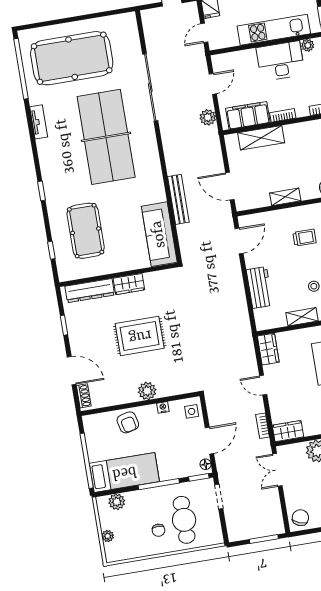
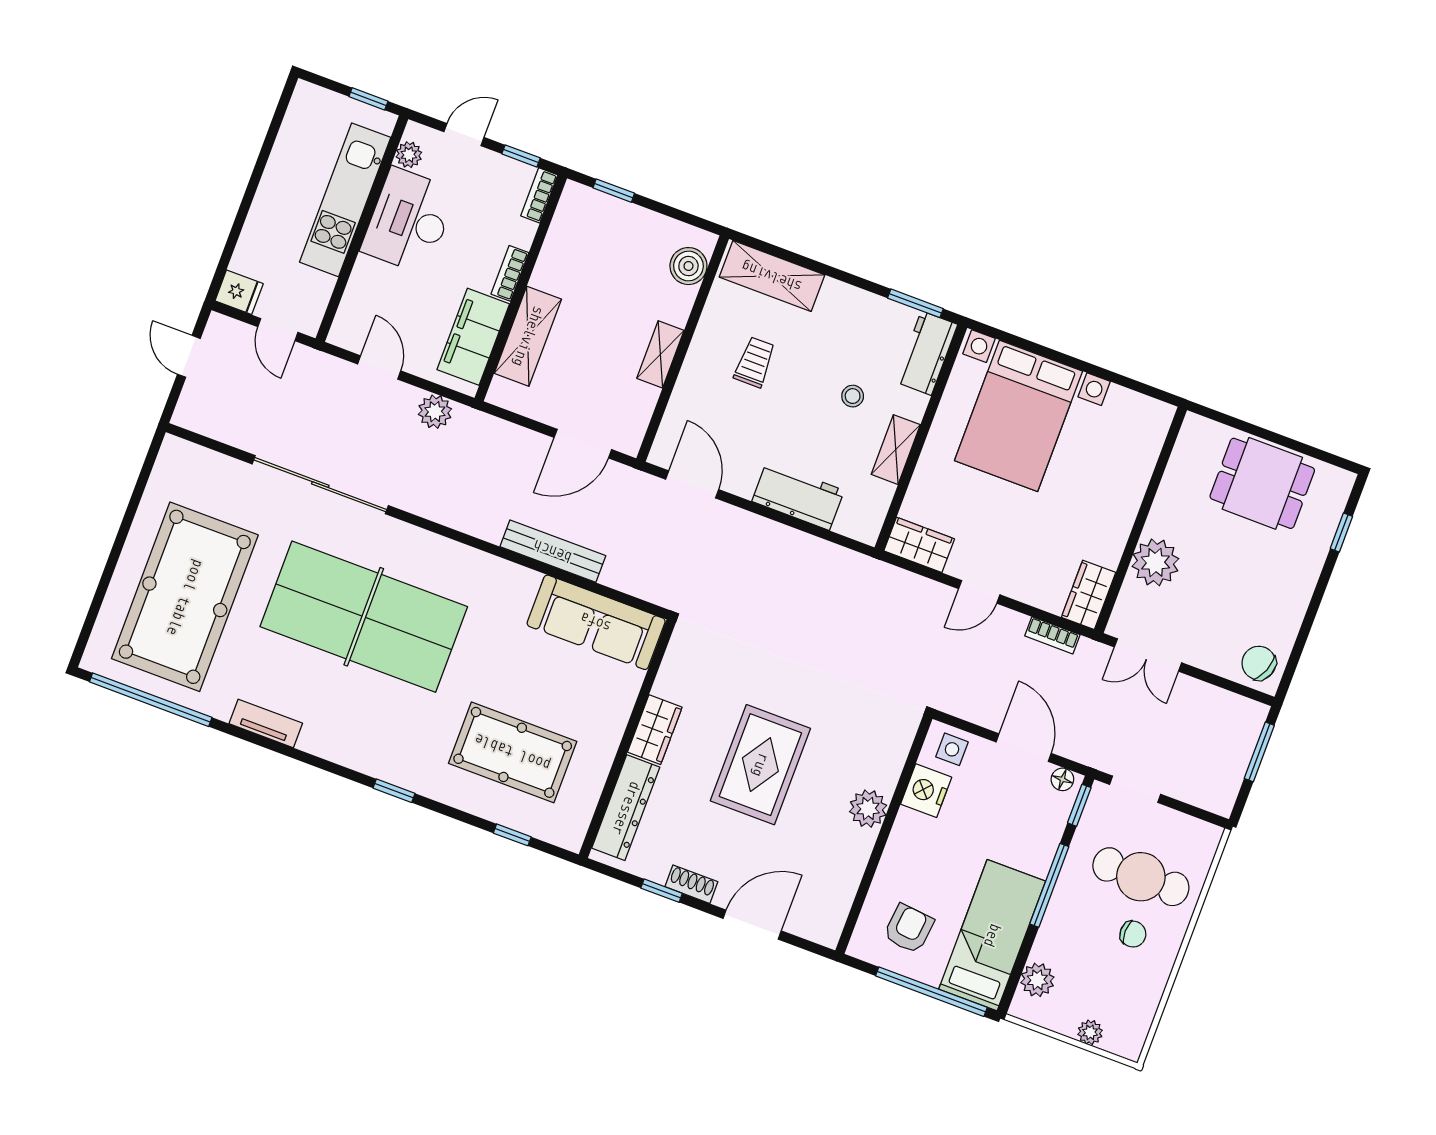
shoe rack: (84, 396) -> (691, 884), moved
nightstand: (163, 407) -> (926, 791), width x1.89, depth x1.79
armchair: (128, 422) -> (909, 929), moved, turned -71

